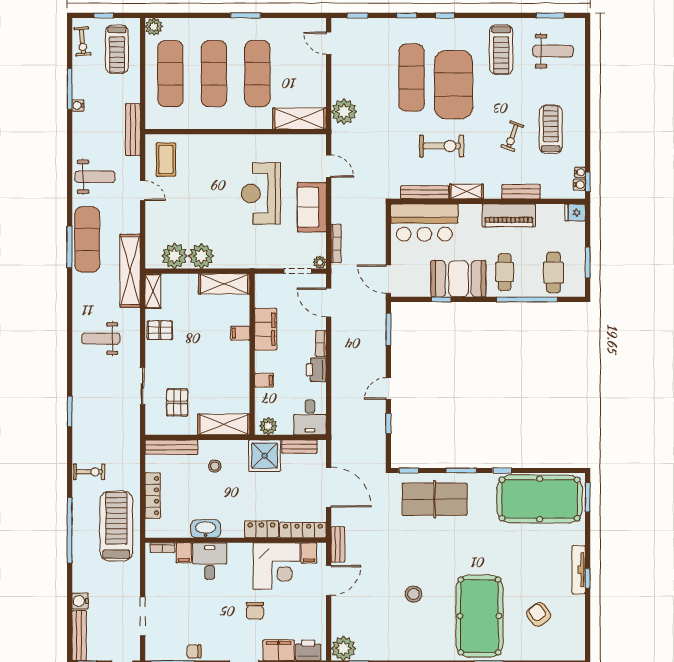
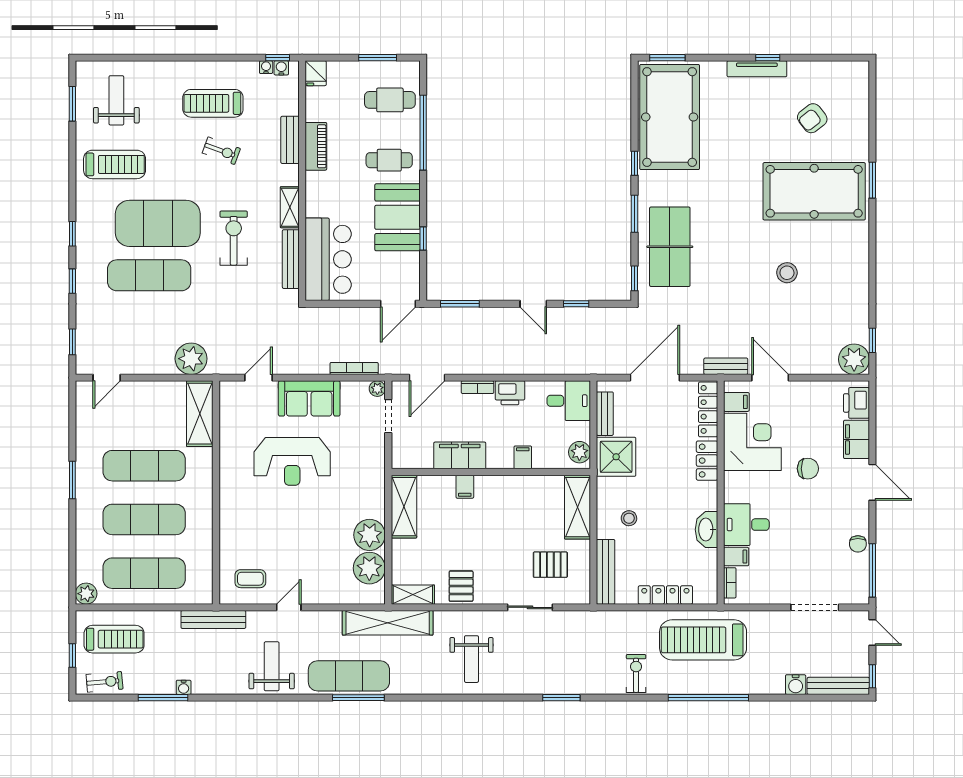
coffee table: (166, 160) -> (250, 579), width x0.73, depth x0.77
piano: (509, 215) -> (316, 146), width x0.73, depth x0.75

